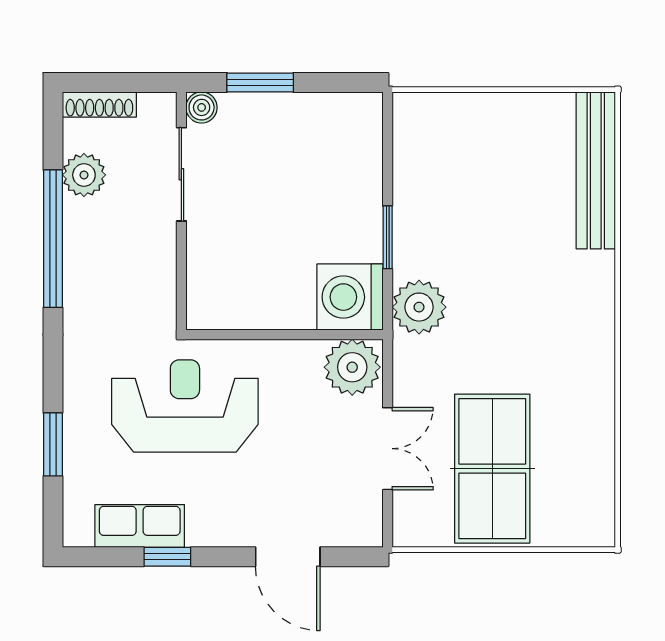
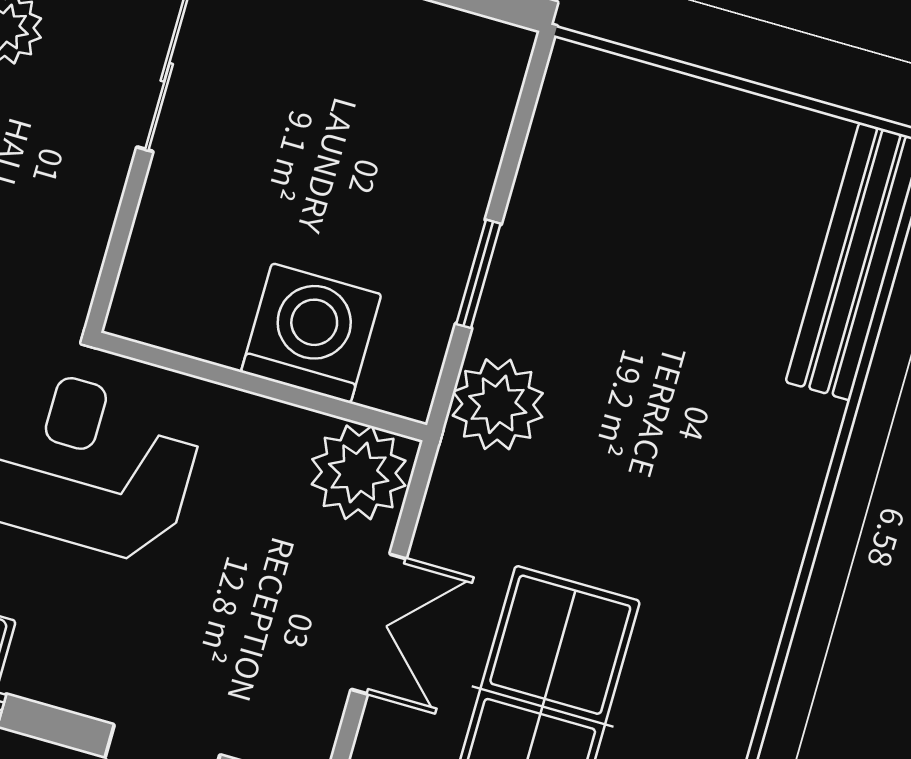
washing machine: (350, 297) -> (311, 333), moved, turned 90

